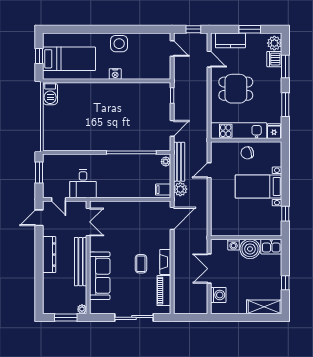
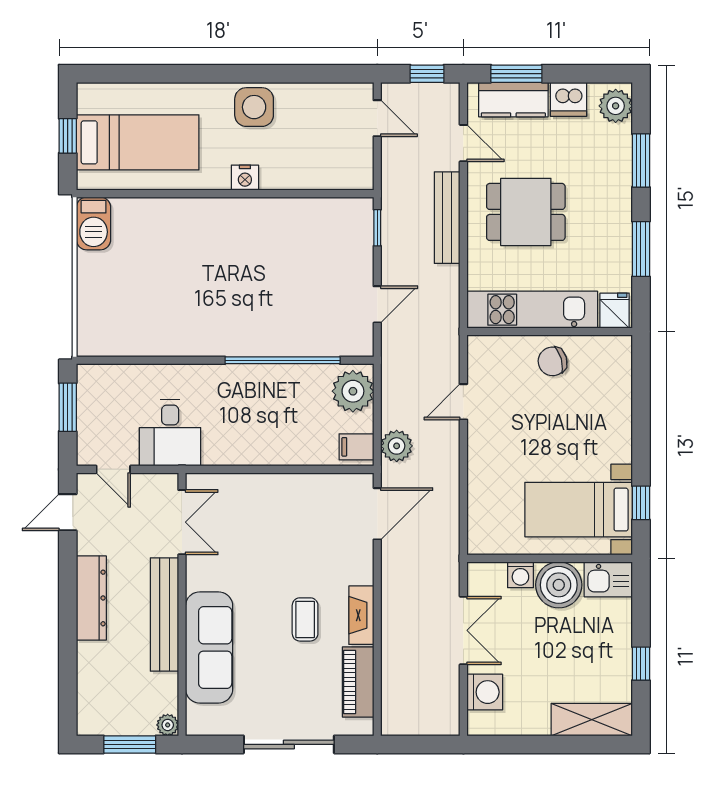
window: (250, 29) -> (516, 74), moved
dishwasher: (274, 59) -> (569, 99), moved, turned -90
plant: (166, 162) -> (353, 391), width x1.88, depth x1.88
bench: (179, 162) -> (447, 218), moved
bed with nightstands: (259, 186) -> (579, 510), moved
double door: (209, 269) -> (463, 630), swing flipped

